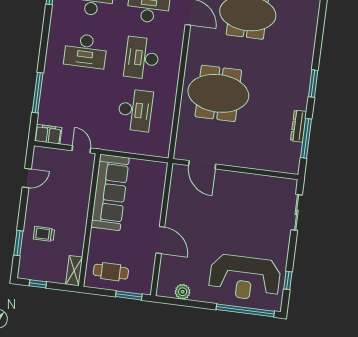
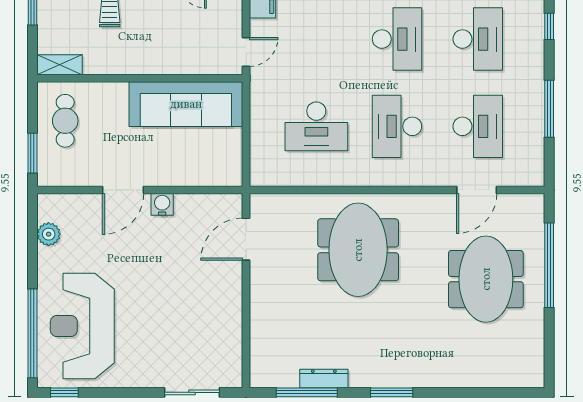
desk: (85, 51) -> (397, 39), turned 180
desk: (142, 58) -> (397, 126), turned -90
water cooler: (173, 216) -> (162, 204), added
window: (288, 280) -> (64, 392), moved

